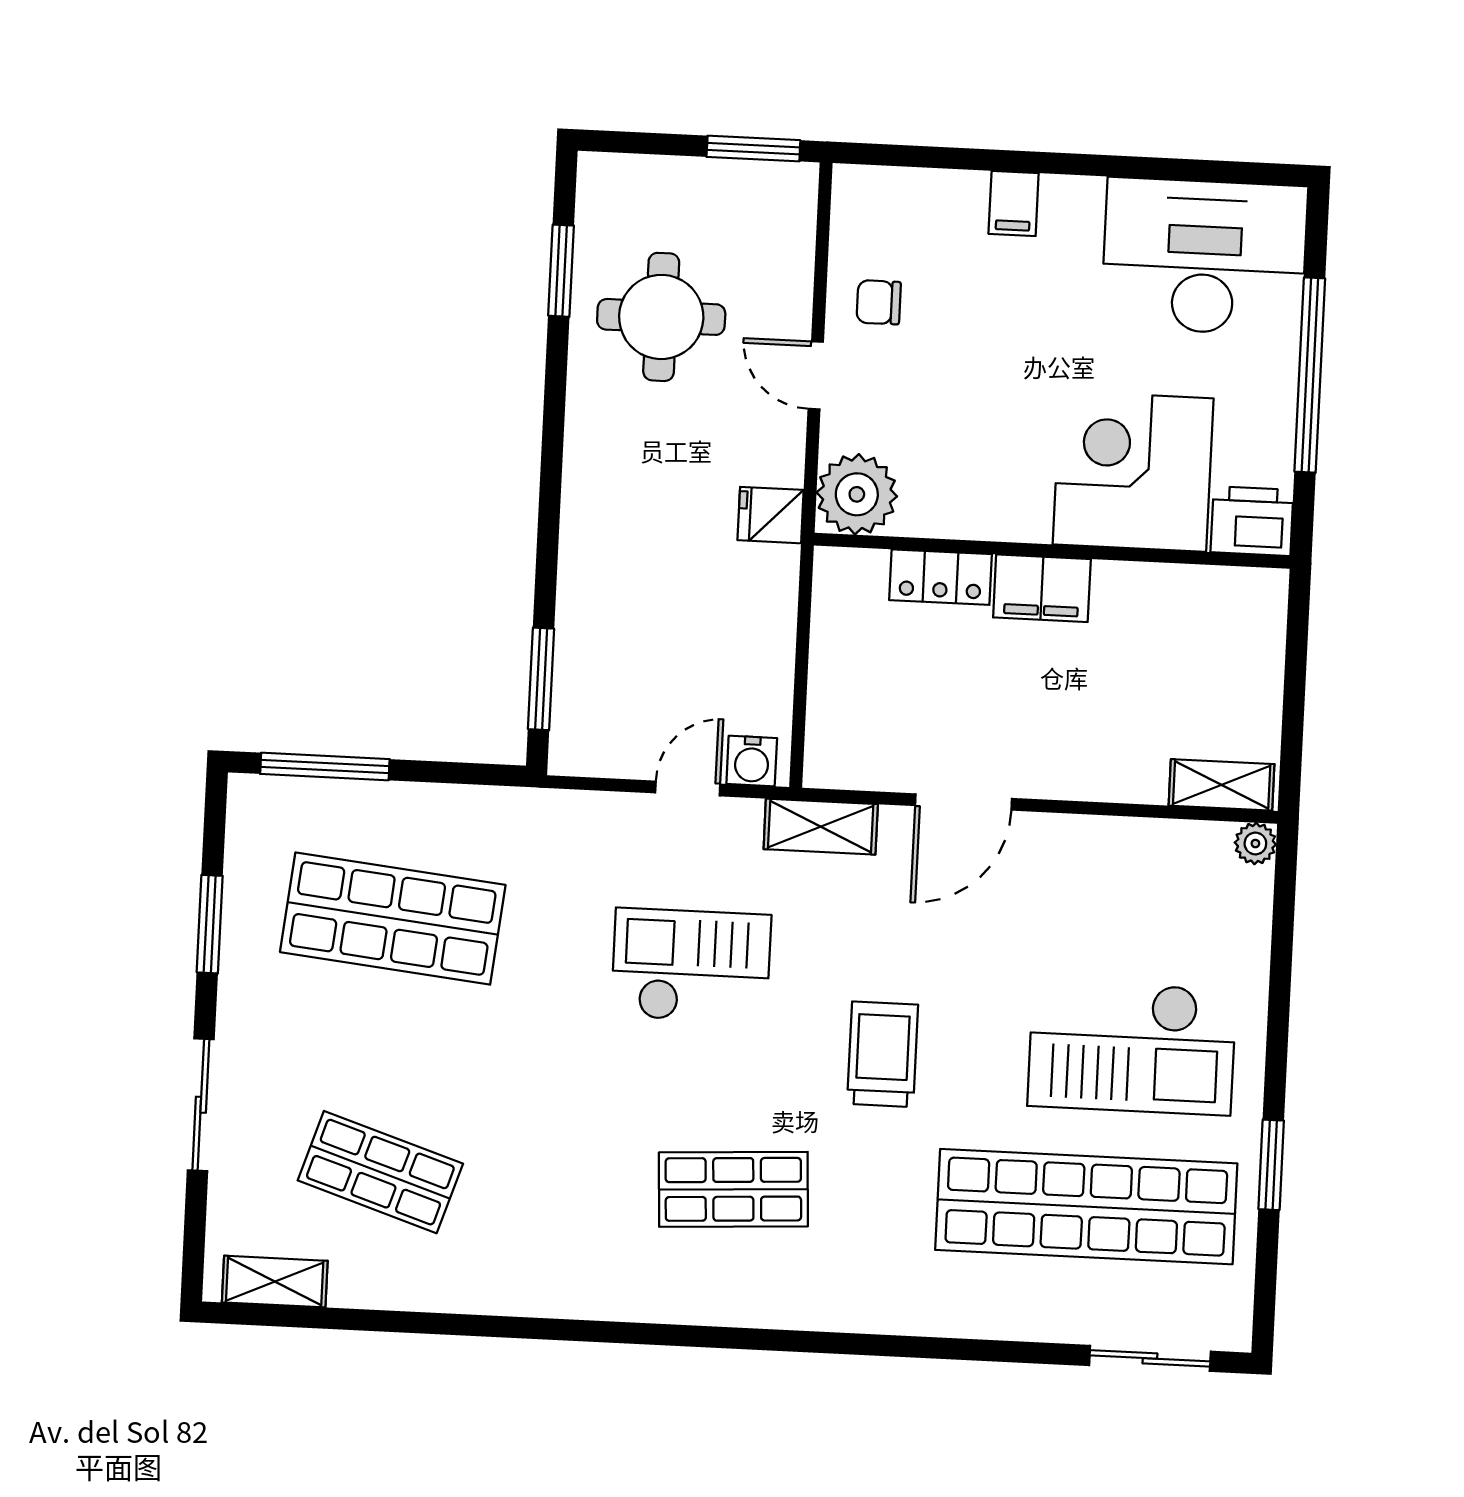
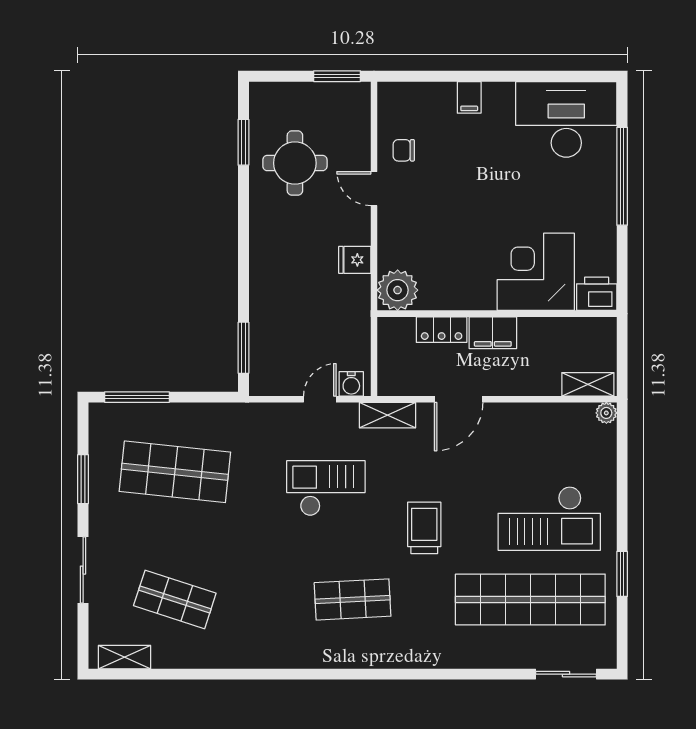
corner desk: (1133, 471) -> (536, 272), moved
plant: (857, 494) -> (398, 290), moved
printer: (1252, 521) -> (597, 294), moved
wall: (1052, 551) -> (497, 314), moved
locker: (940, 577) -> (442, 330), moved
filing cabinet: (1042, 588) -> (493, 333), moved

